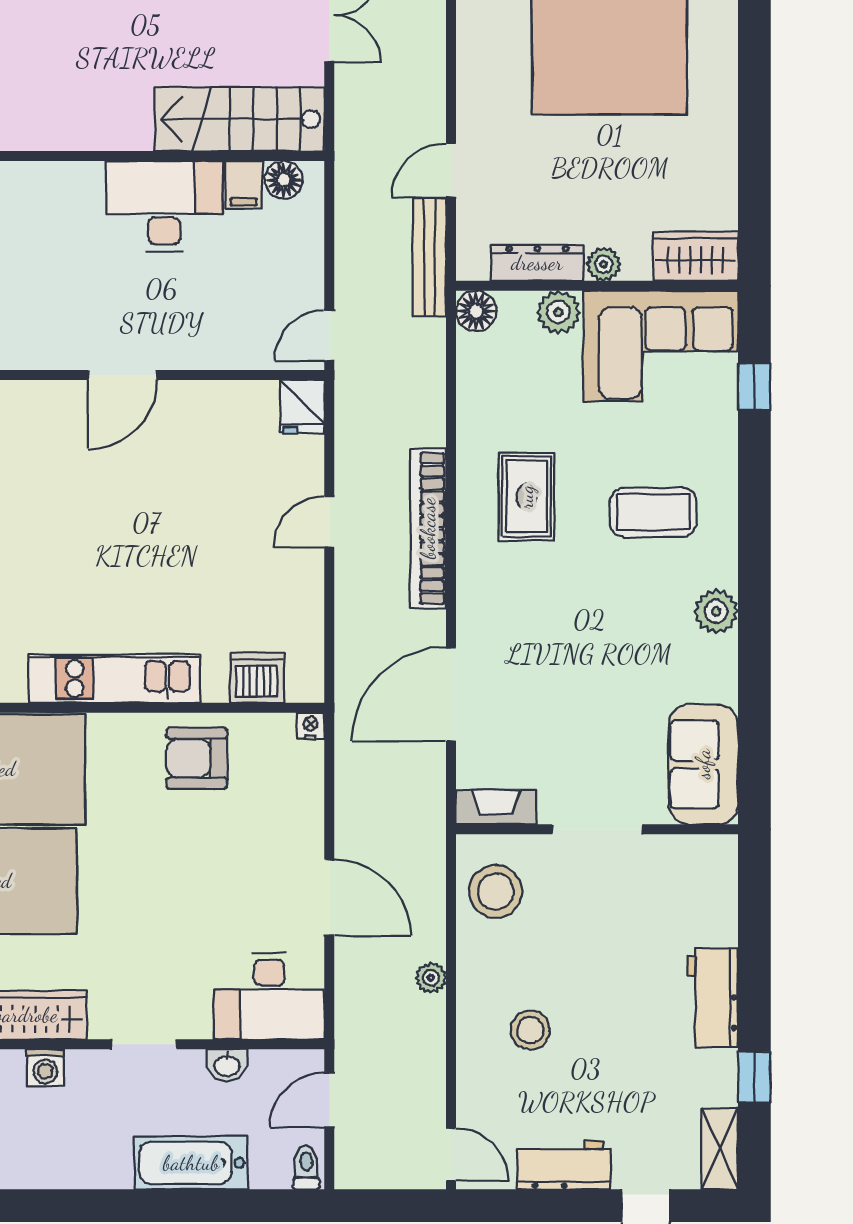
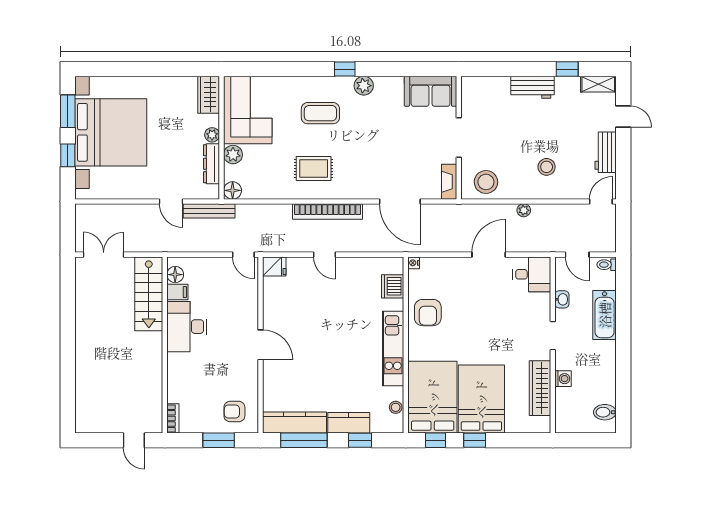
window: (754, 387) -> (345, 69), moved
coffee table: (653, 512) -> (320, 113), turned 90
desk: (269, 996) -> (532, 274), width x0.73

